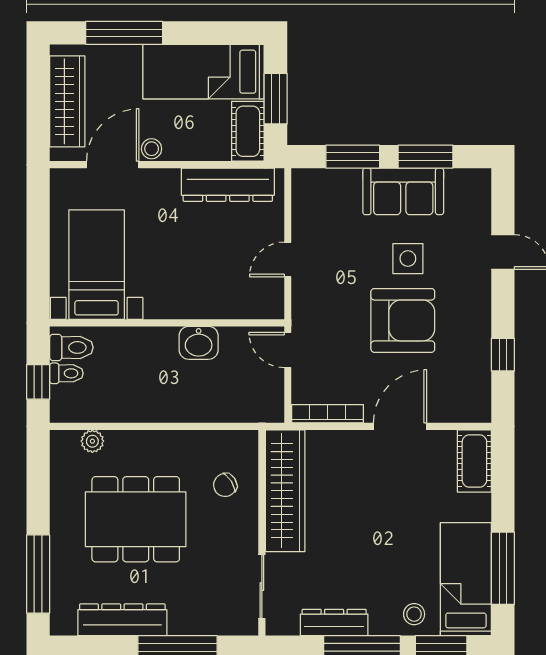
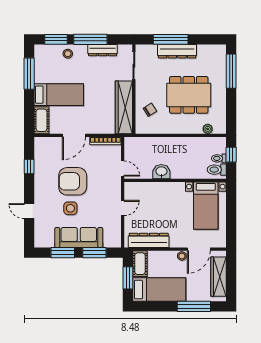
sofa: (403, 191) -> (79, 237), width x1.36
bed: (466, 579) -> (59, 95), moved, turned -90
dresser: (122, 620) -> (177, 51), moved

